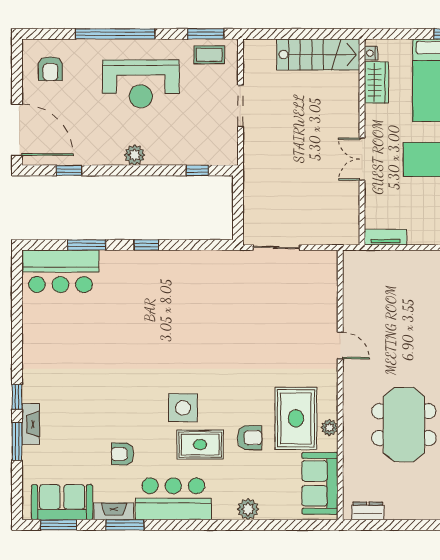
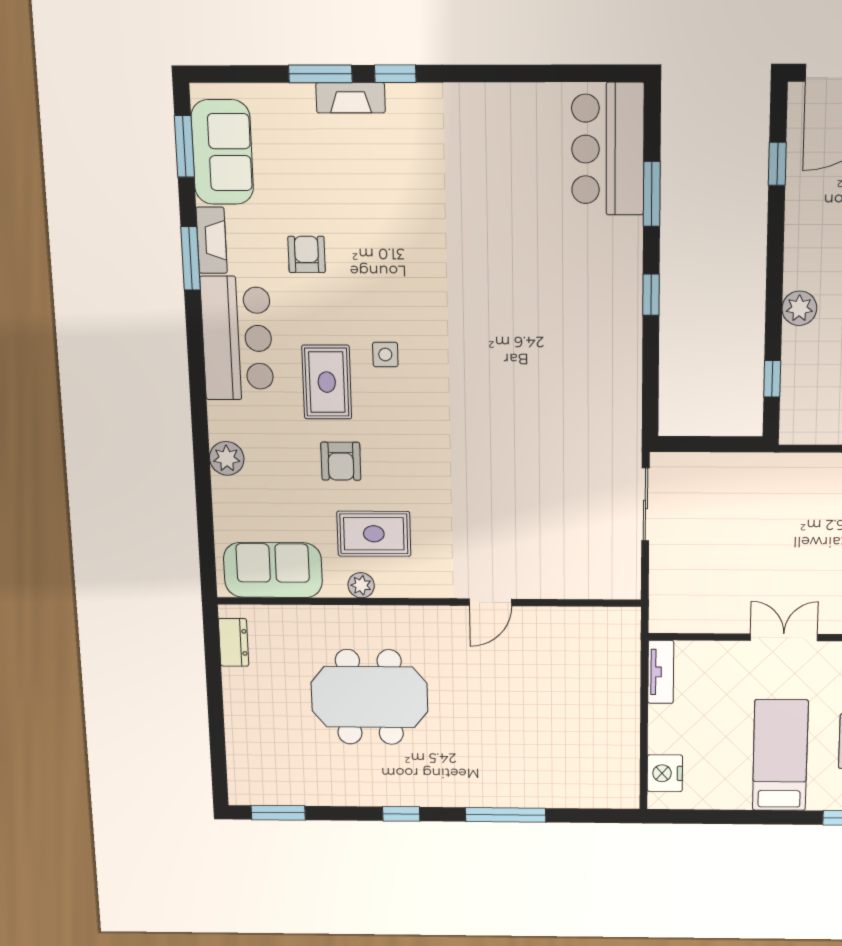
plant: (135, 155) -> (799, 308), moved
side table: (183, 408) -> (385, 354), width x0.54, depth x0.54
rug: (296, 418) -> (374, 534), width x0.73, depth x0.70

